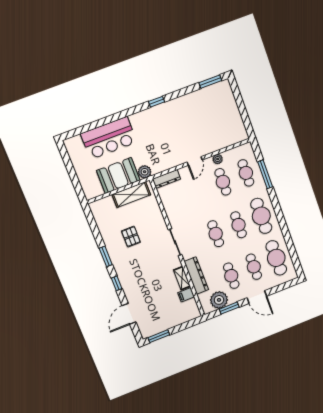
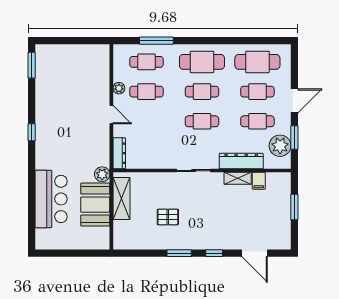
window: (159, 336) -> (294, 207), moved

